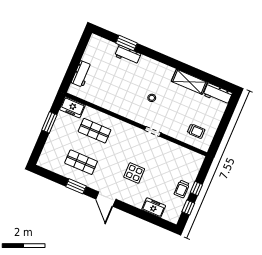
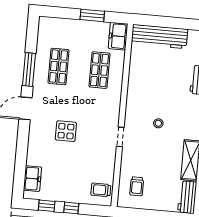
workbench: (82, 74) -> (159, 37), width x1.88, depth x1.32
window: (76, 186) -> (29, 69), width x1.44
trolley: (182, 189) -> (101, 190), moved
freezer: (154, 208) -> (32, 179), moved

